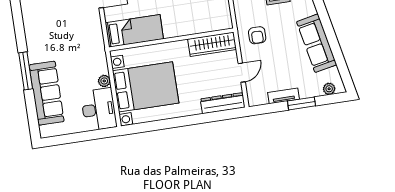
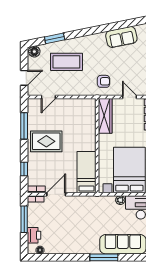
sofa: (317, 43) -> (121, 37), width x0.73

